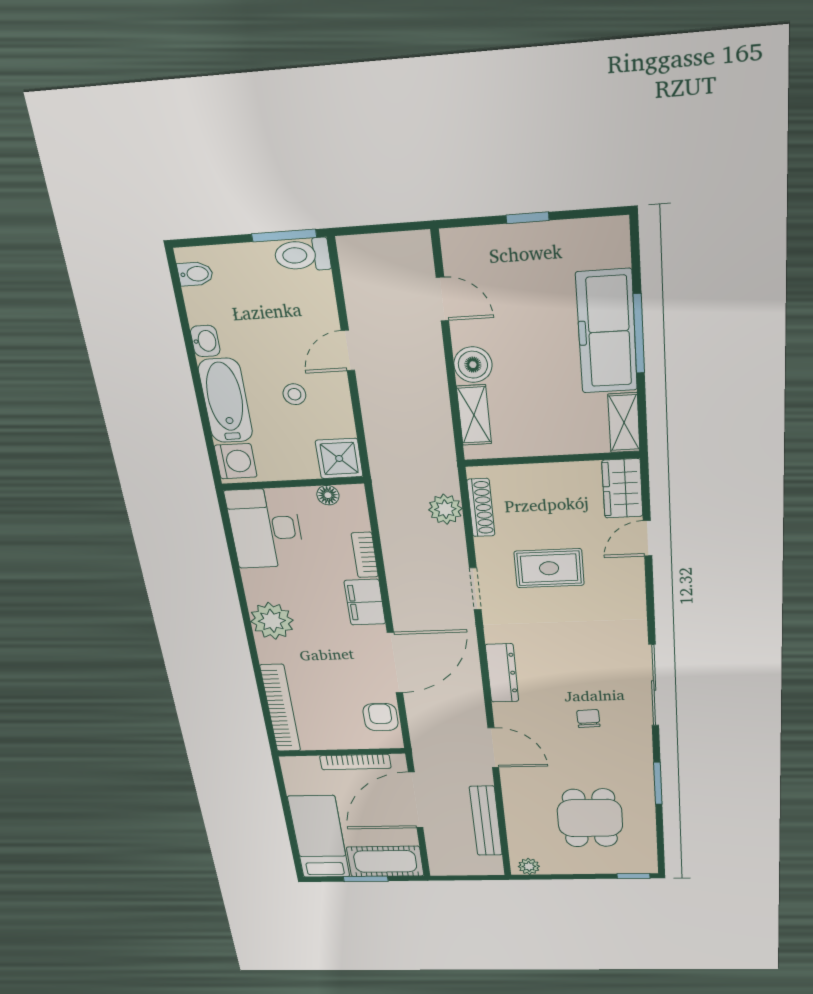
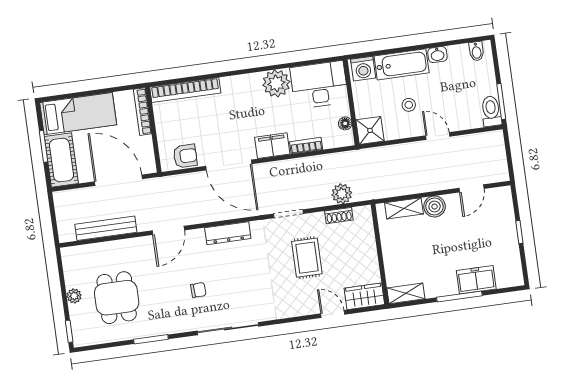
freezer: (607, 332) -> (476, 280), width x0.52, depth x0.79
shoe rack: (481, 508) -> (339, 216), width x0.70
plant: (272, 621) -> (276, 83), moved
bookcase: (355, 762) -> (143, 112), moved
dining table: (590, 818) -> (117, 298), turned 90
plant: (529, 866) -> (74, 296), moved

